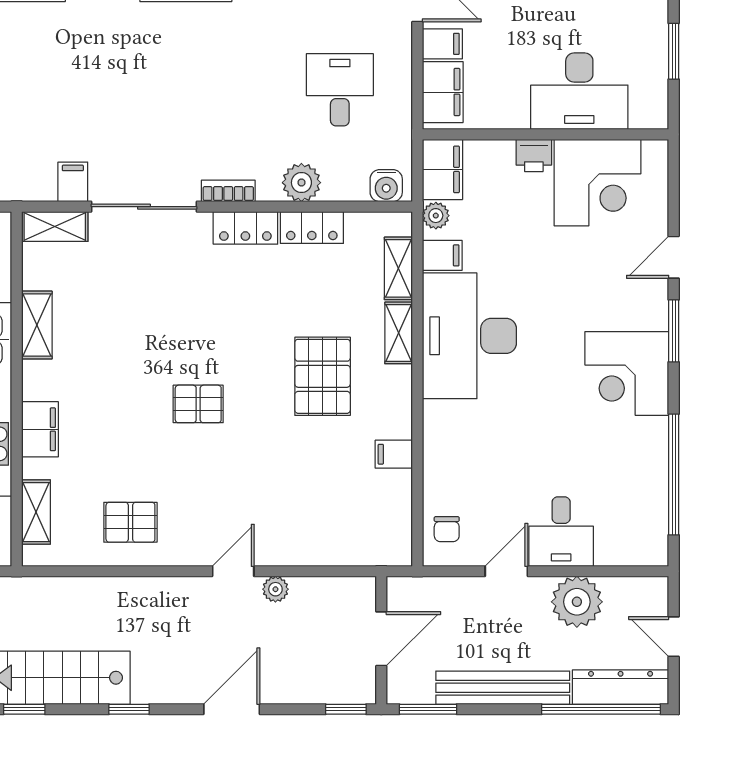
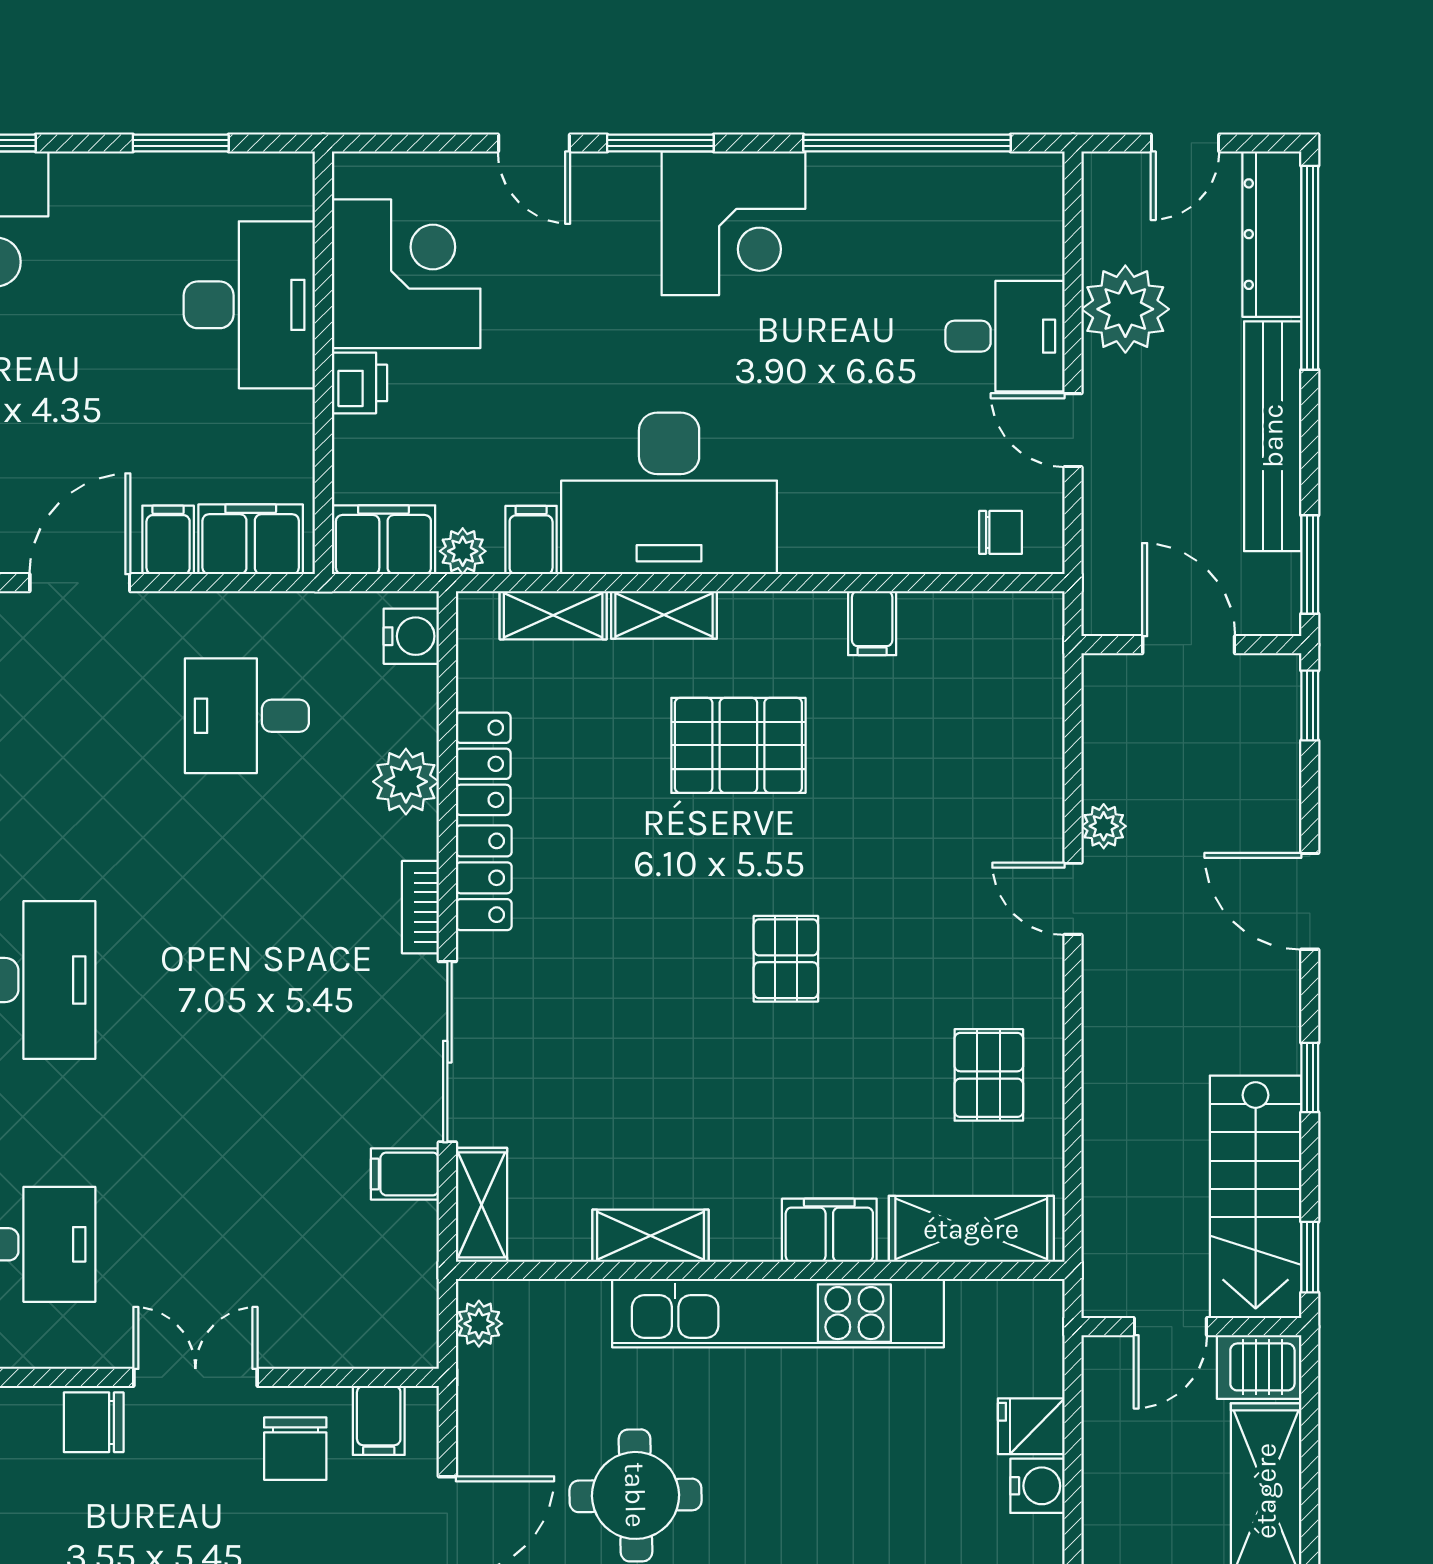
shelving: (36, 512) -> (971, 1229), width x1.50, depth x1.33

